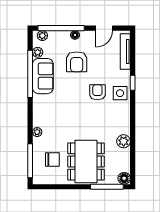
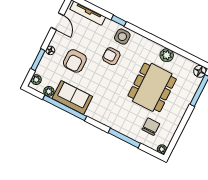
window: (61, 28) -> (38, 60), width x0.47
armchair: (77, 62) -> (75, 61), turned 90
plant: (37, 132) -> (162, 149), moved
window: (30, 161) -> (124, 138), moved
dining table: (86, 162) -> (152, 87), moved, turned 90

